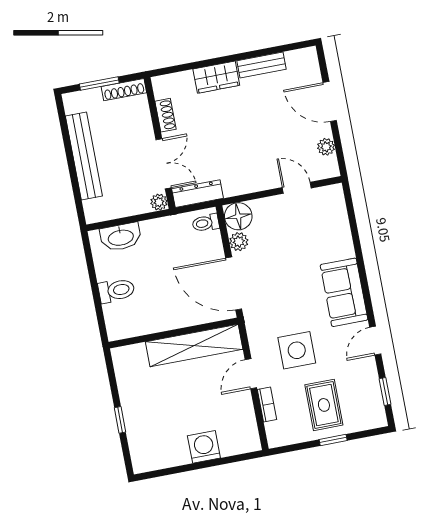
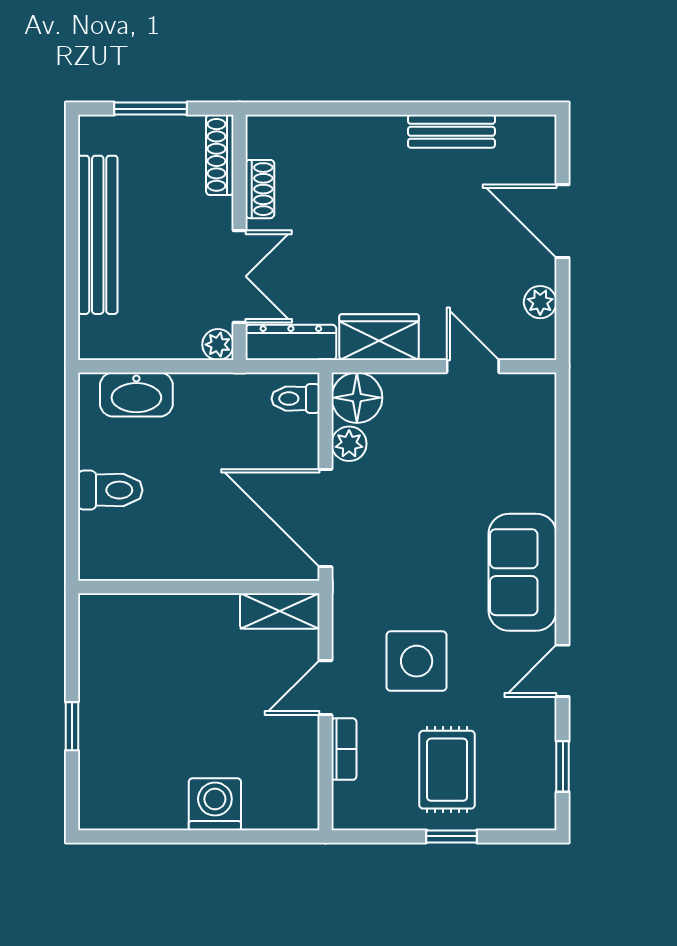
wardrobe: (216, 77) -> (379, 337), moved, turned 180
shoe rack: (124, 90) -> (220, 155), moved, turned 90
shelving: (194, 346) -> (280, 611), width x0.45, depth x0.75

